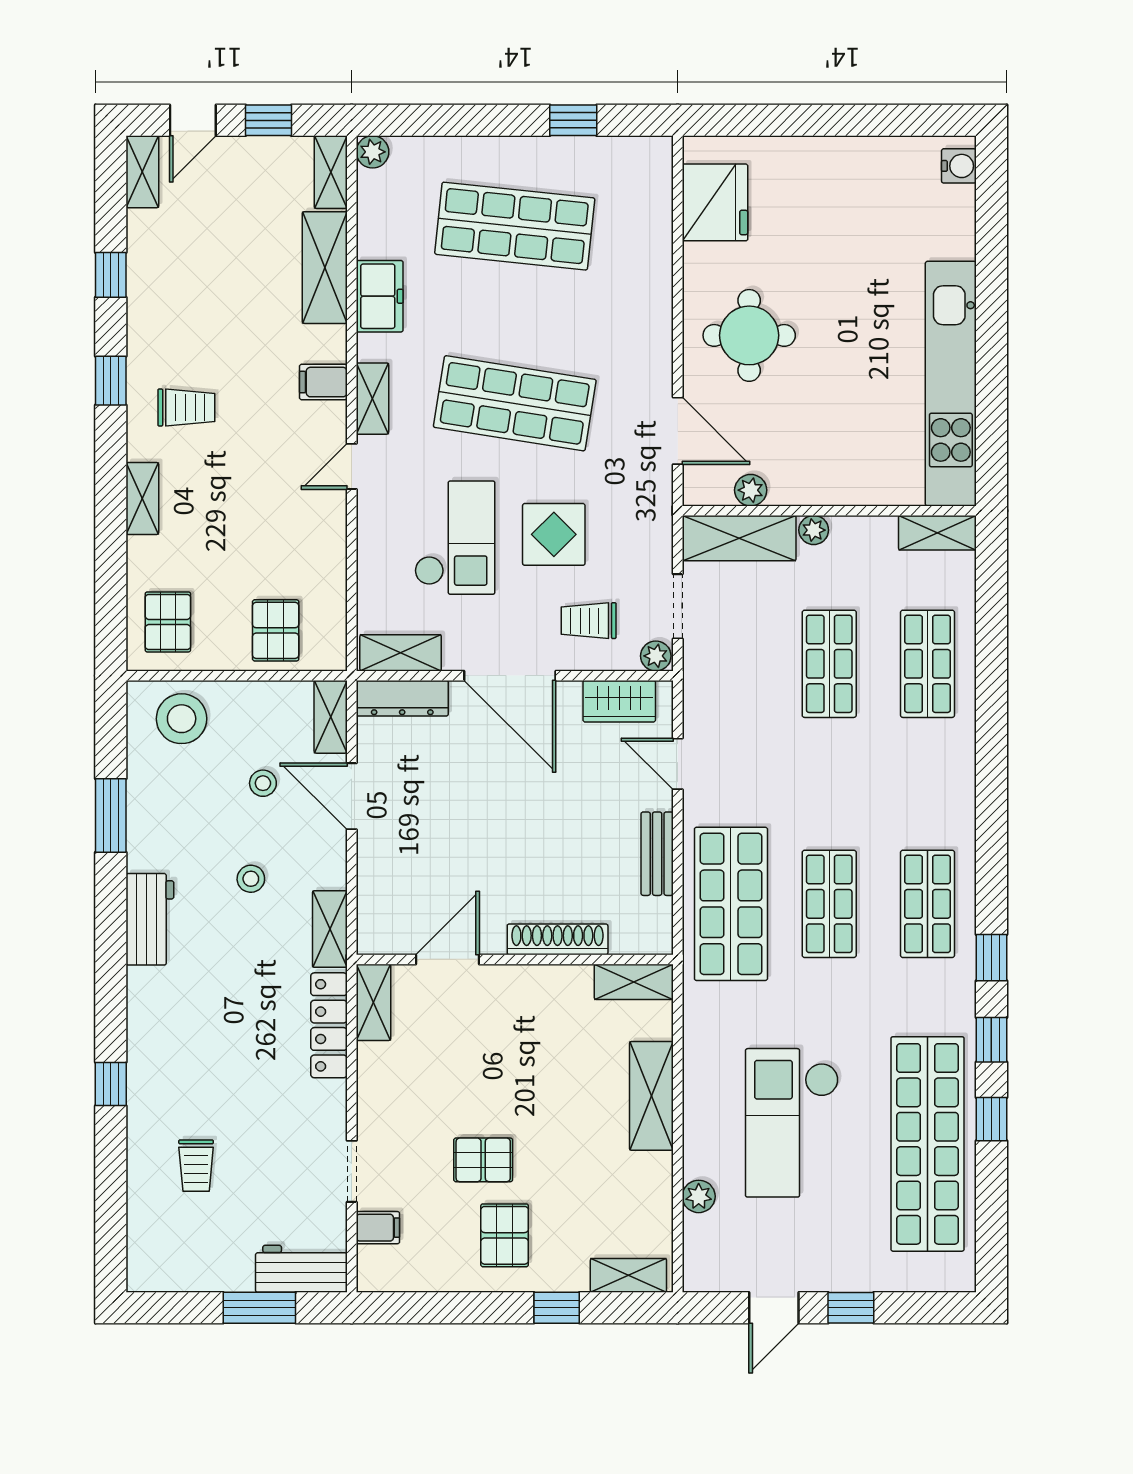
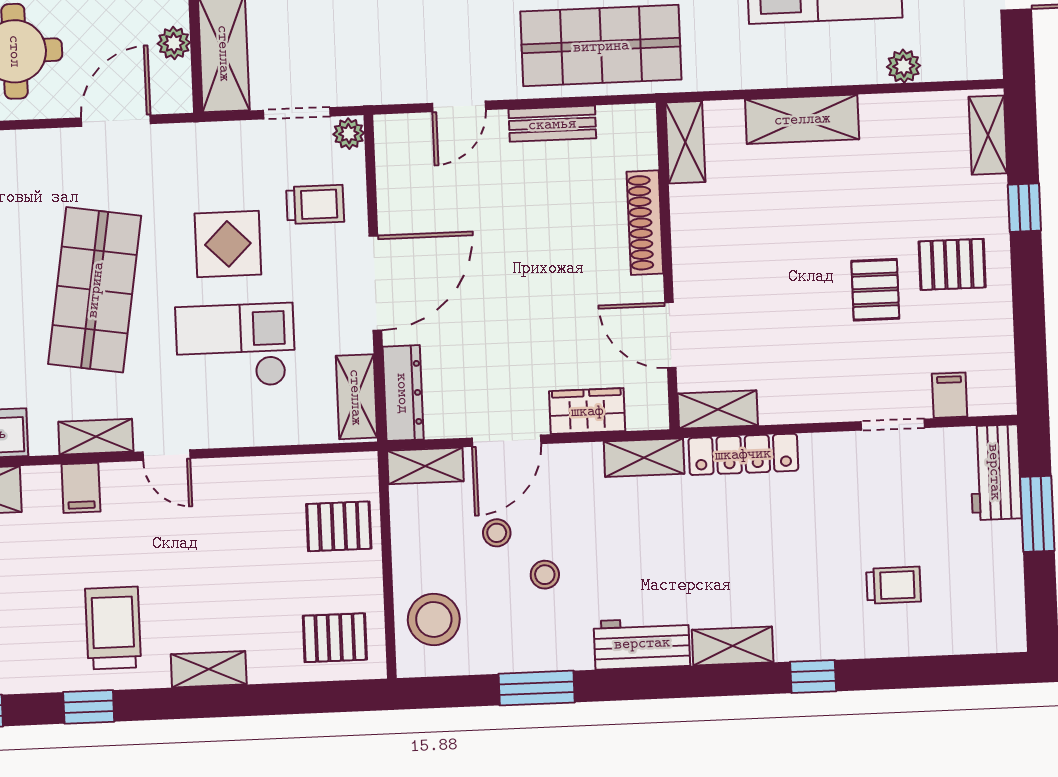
trolley: (186, 408) -> (113, 628), width x1.36, depth x1.39
trolley: (589, 621) -> (315, 204), turned -90
wardrobe: (619, 701) -> (587, 411), moved, turned -90
stool: (251, 879) -> (545, 575), moved
shelving: (144, 1007) -> (733, 646), added

